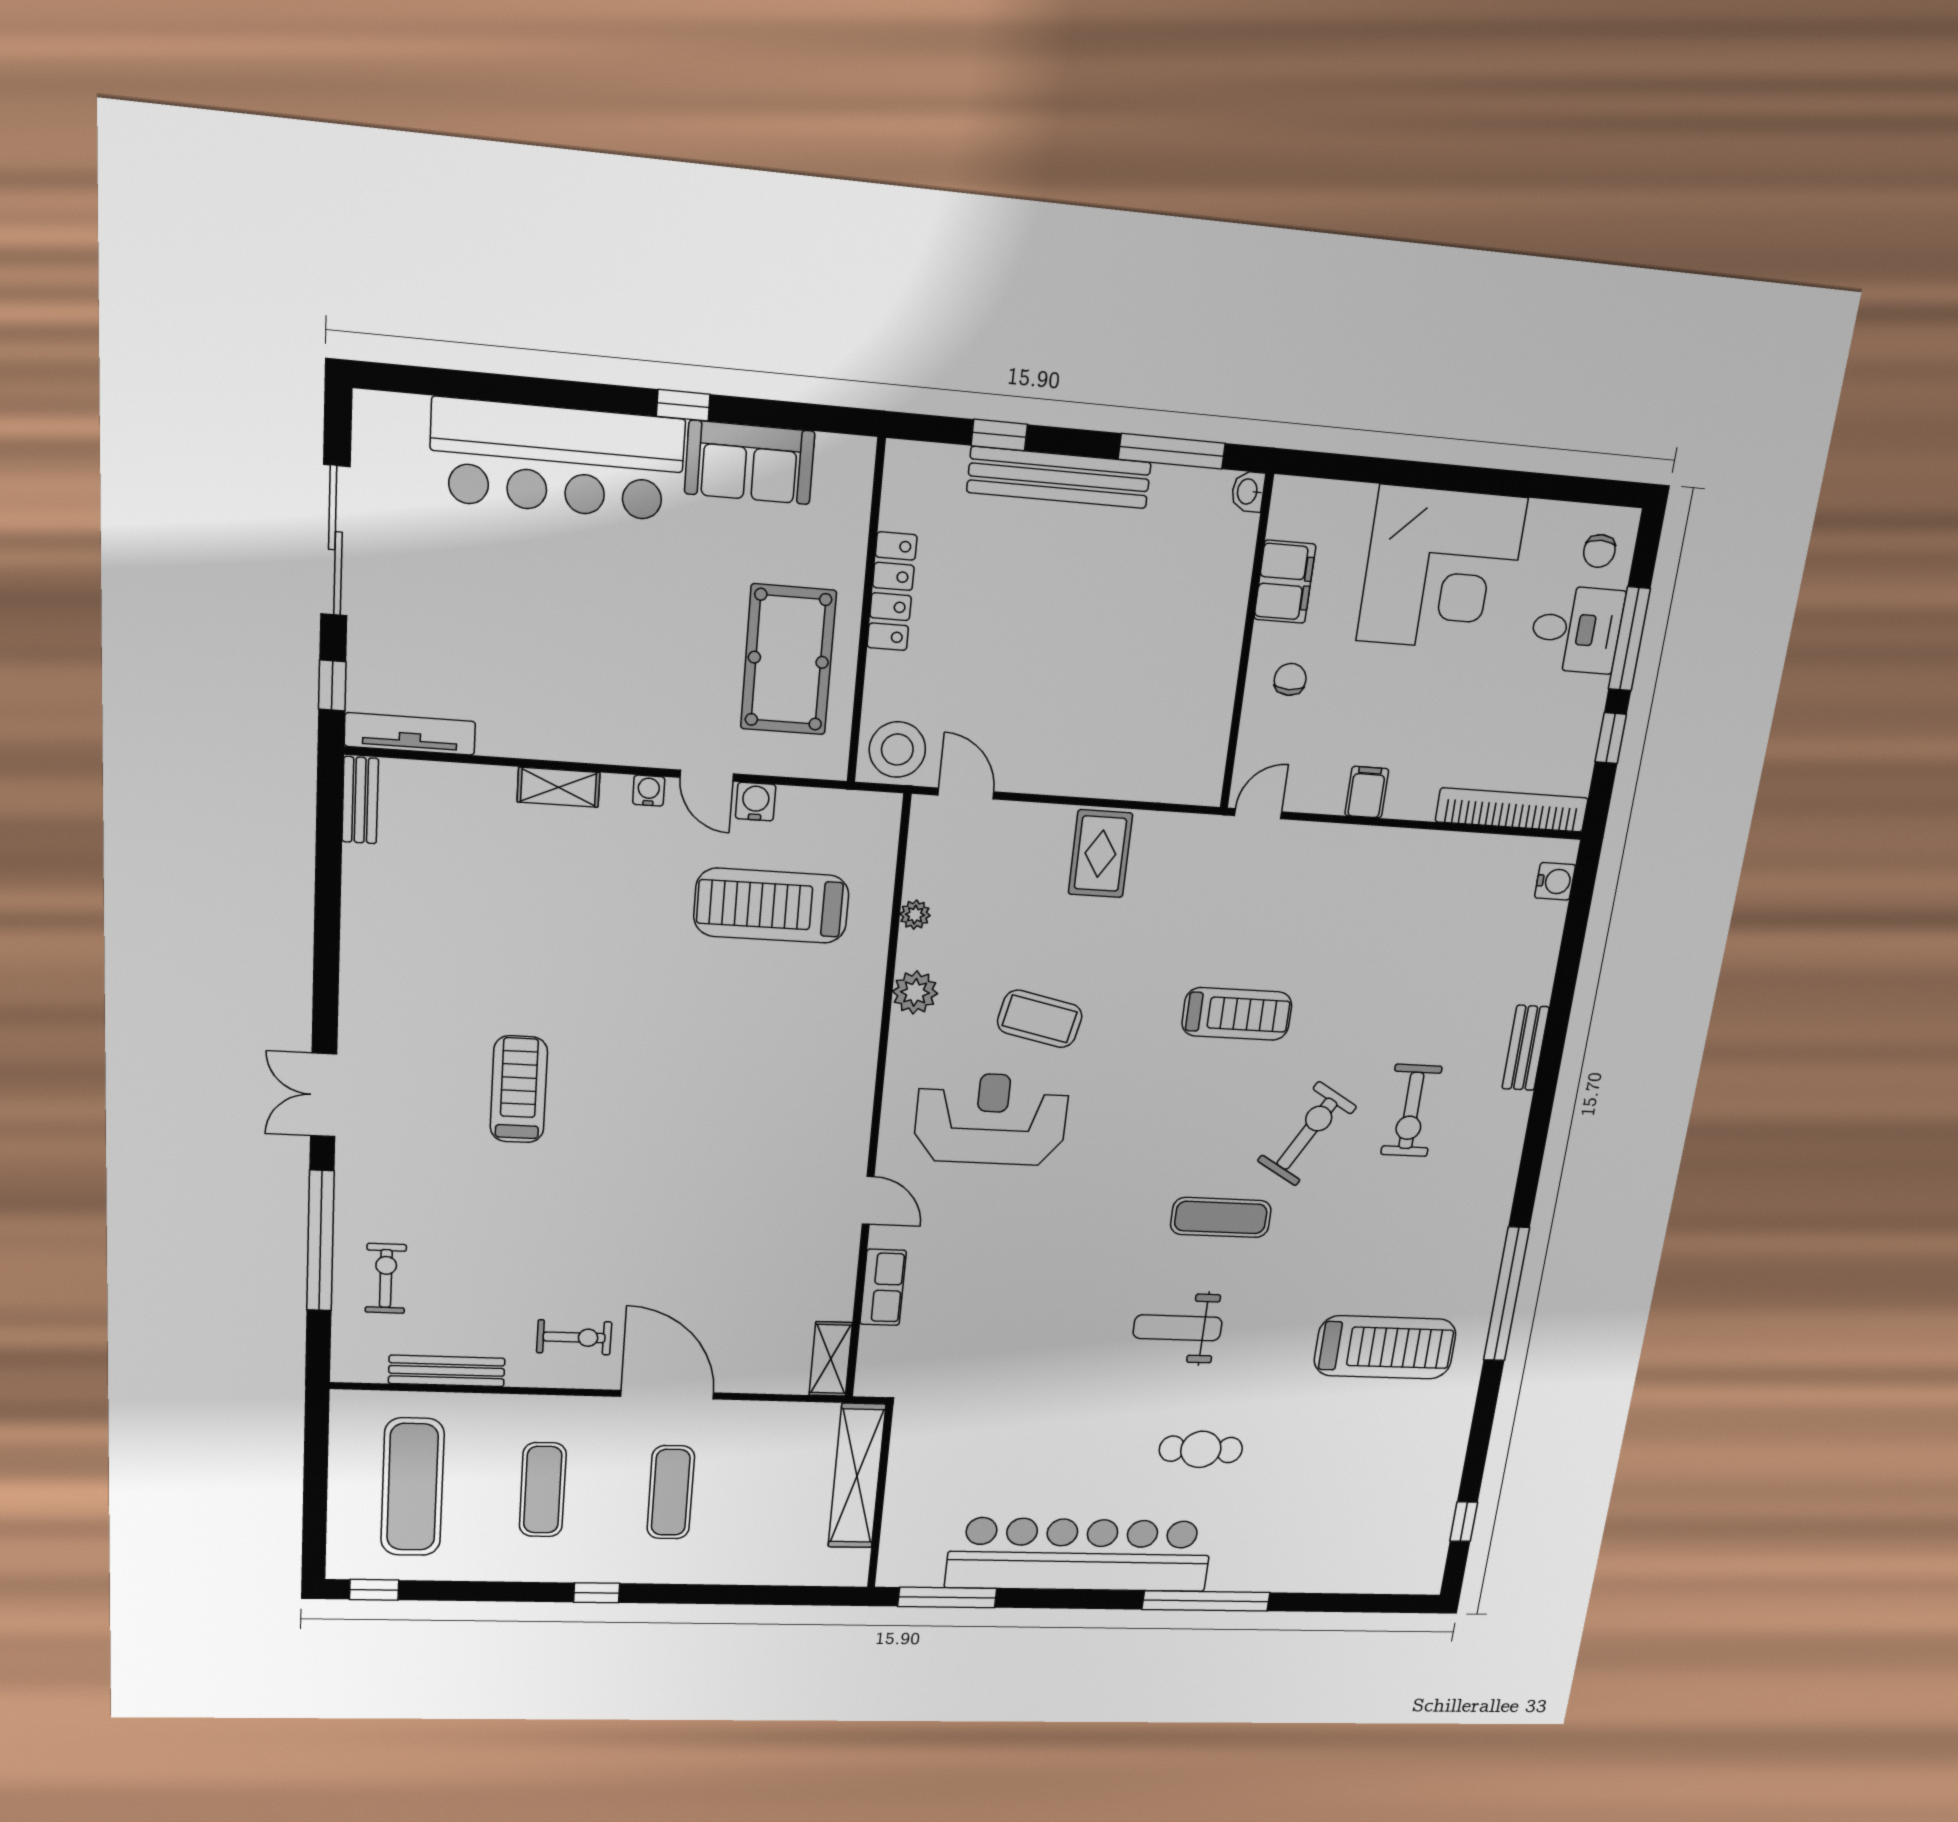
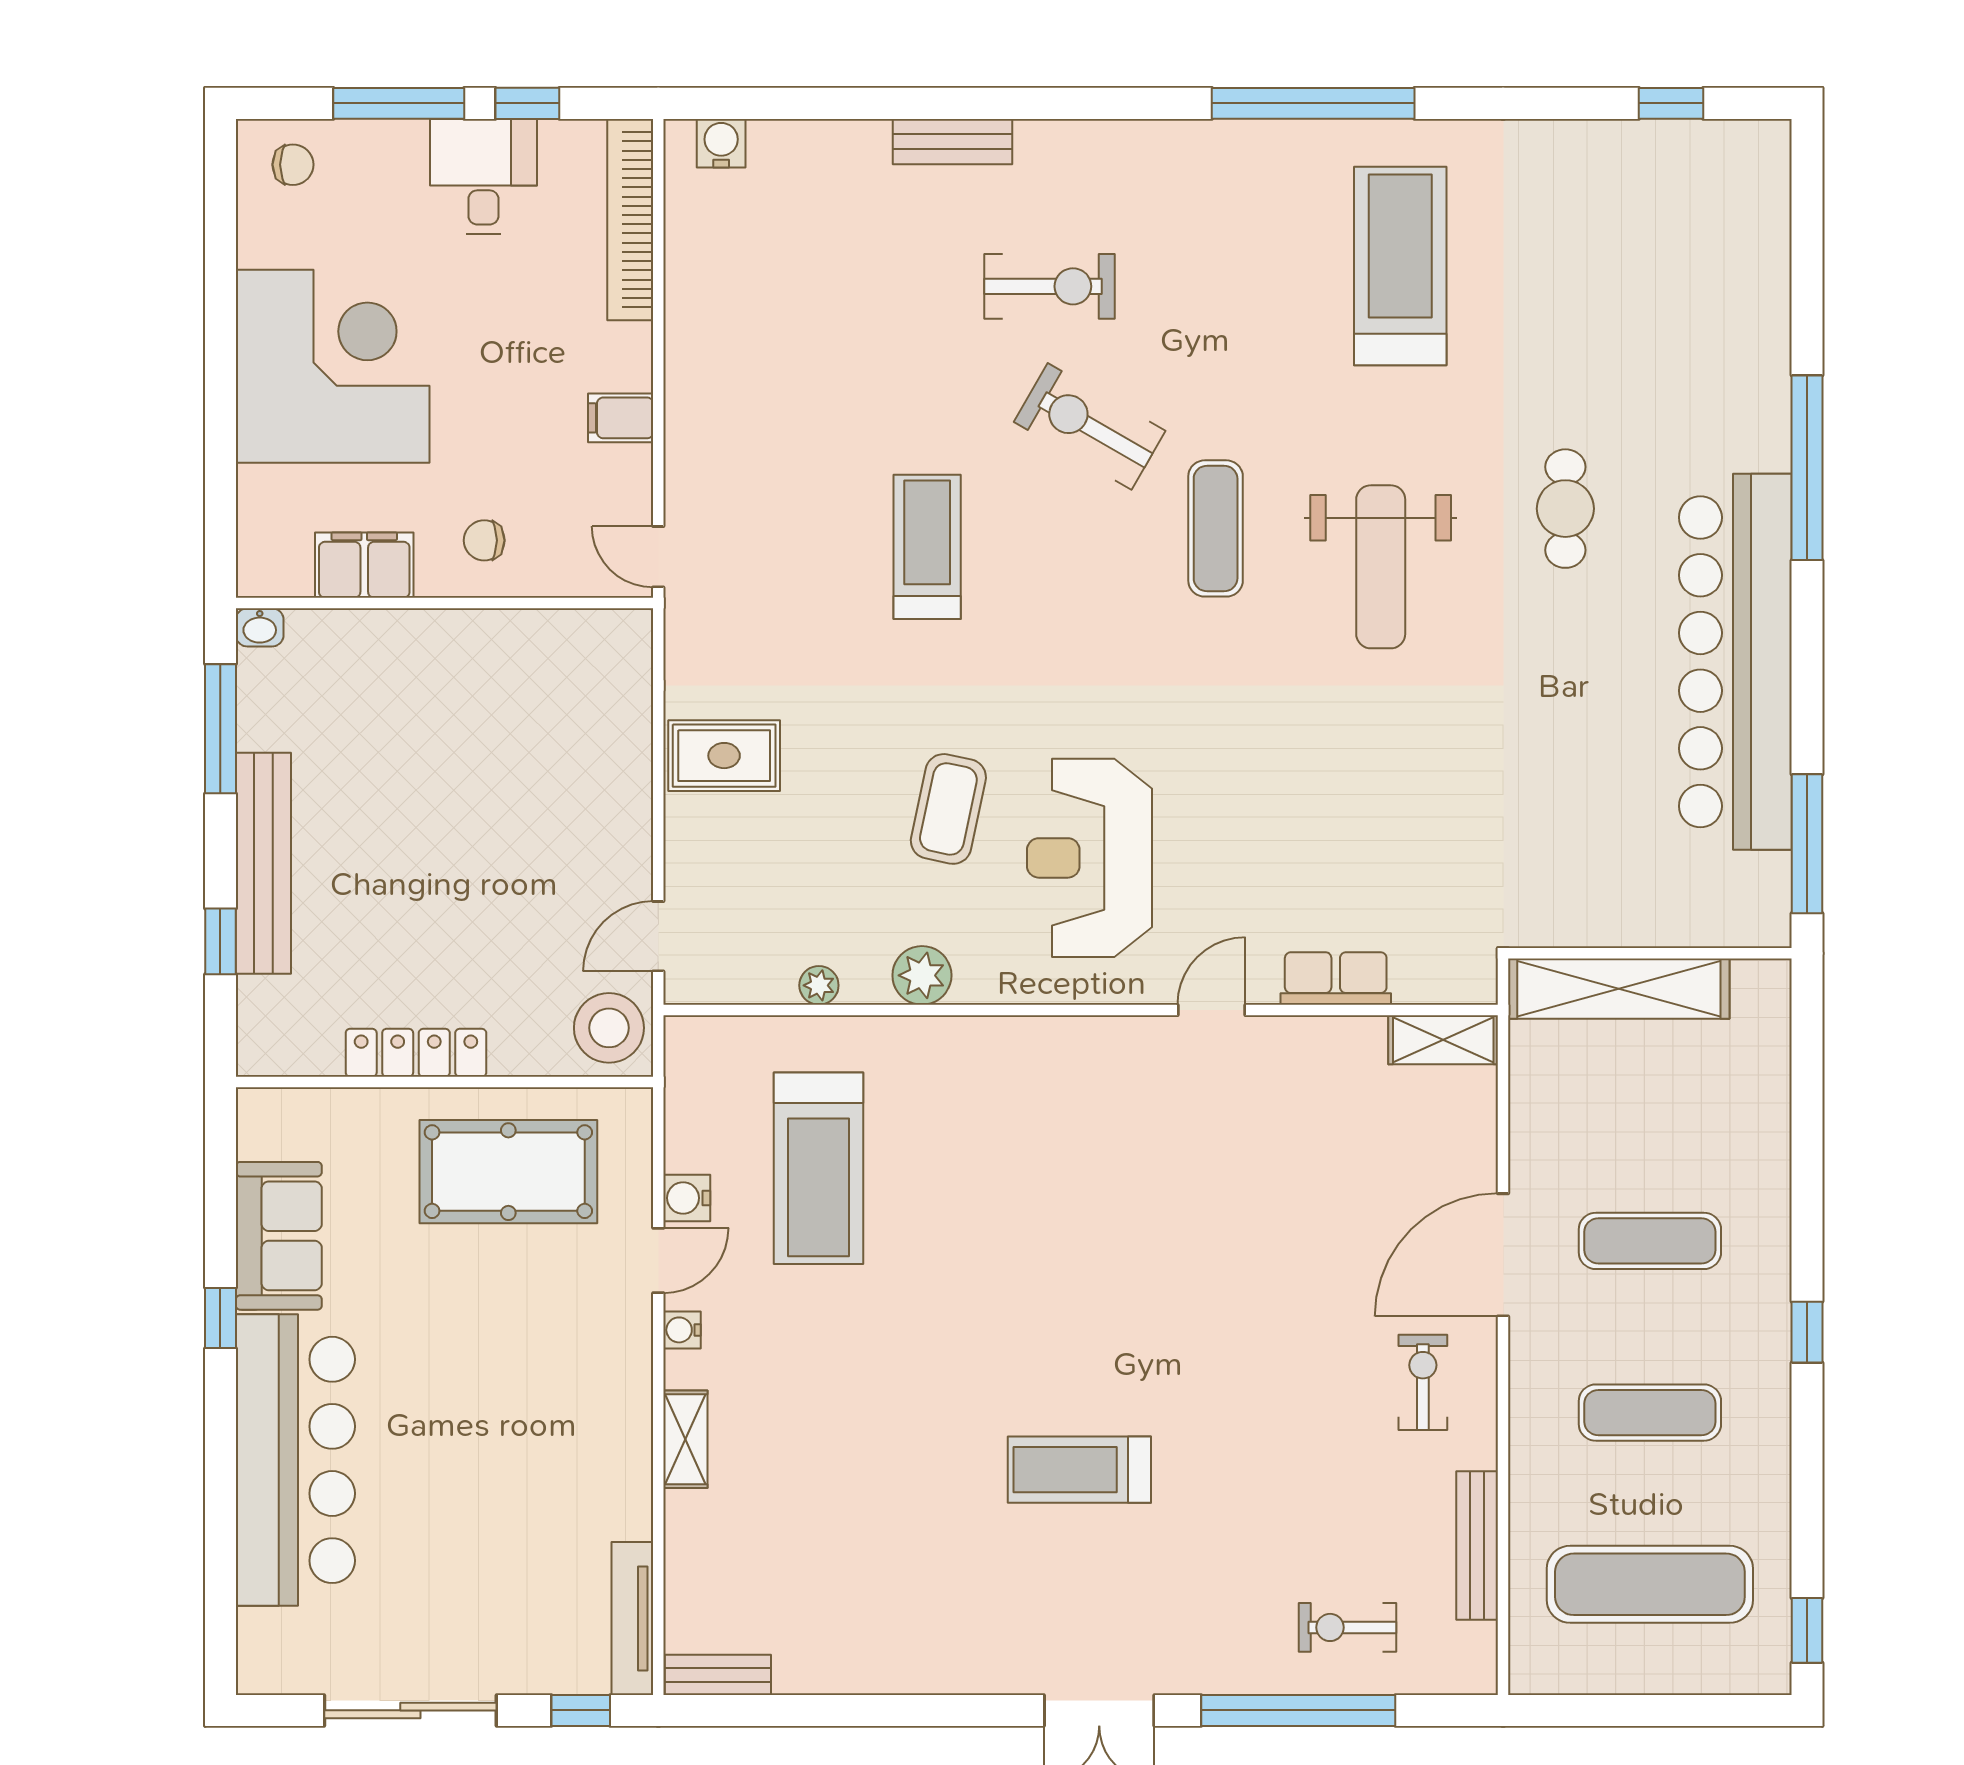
desk: (1576, 629) -> (483, 176), moved
weight bench: (1178, 1328) -> (1381, 567), width x1.36, depth x1.33

